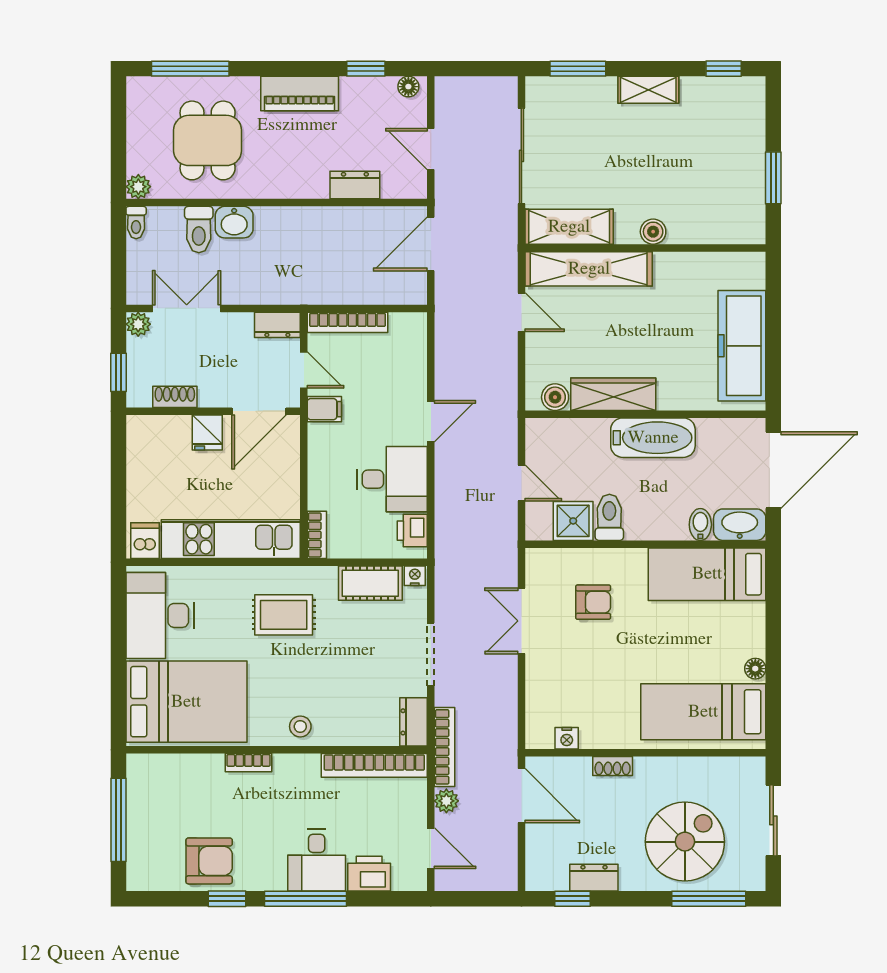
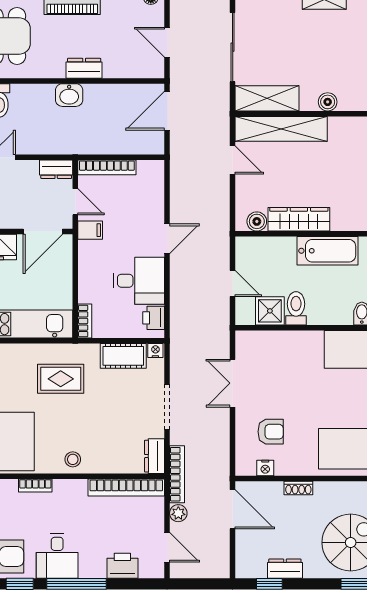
dresser: (355, 185) -> (84, 68), moved
washbasin: (234, 222) -> (69, 95), moved
armchair: (593, 602) -> (271, 432), moved
desk: (317, 860) -> (57, 556), moved

